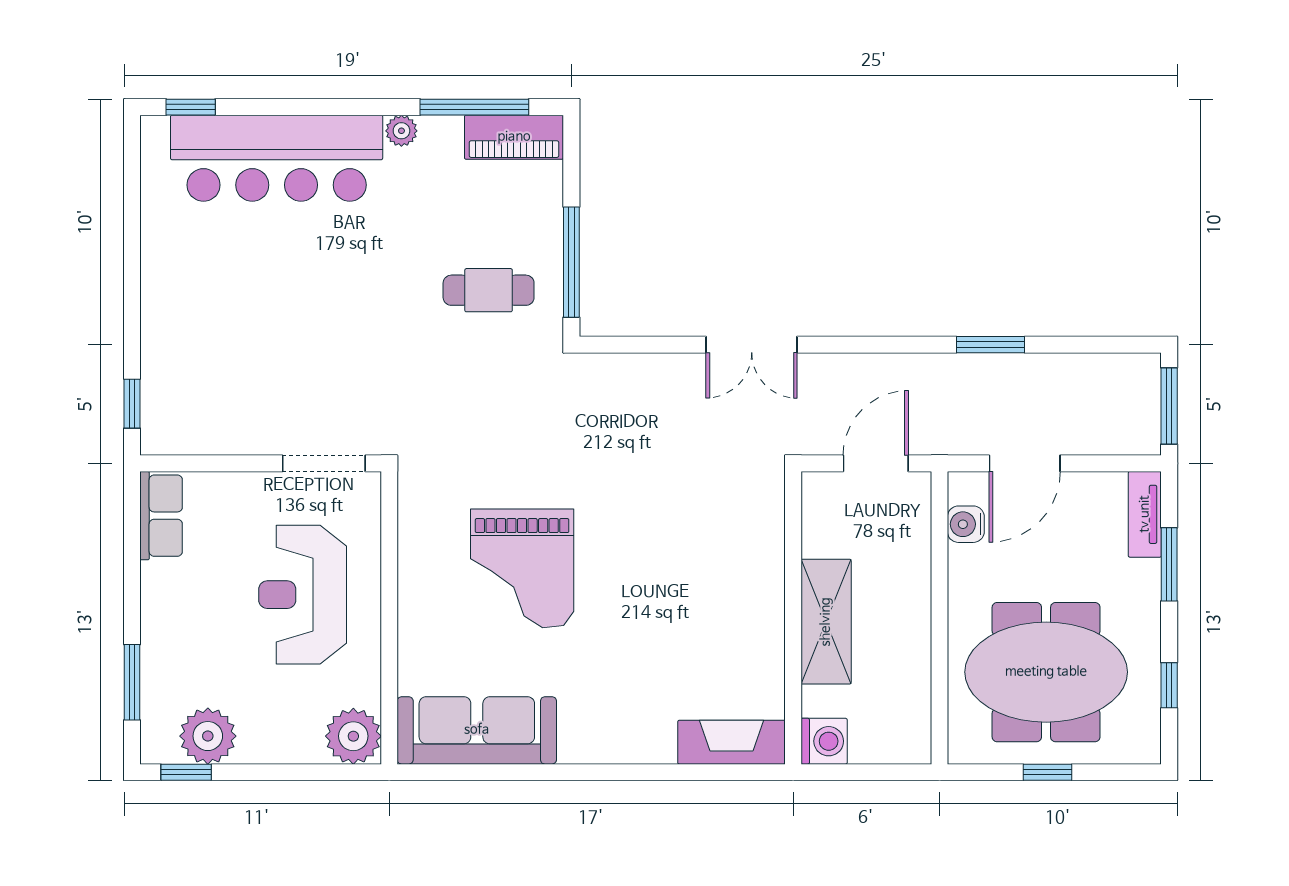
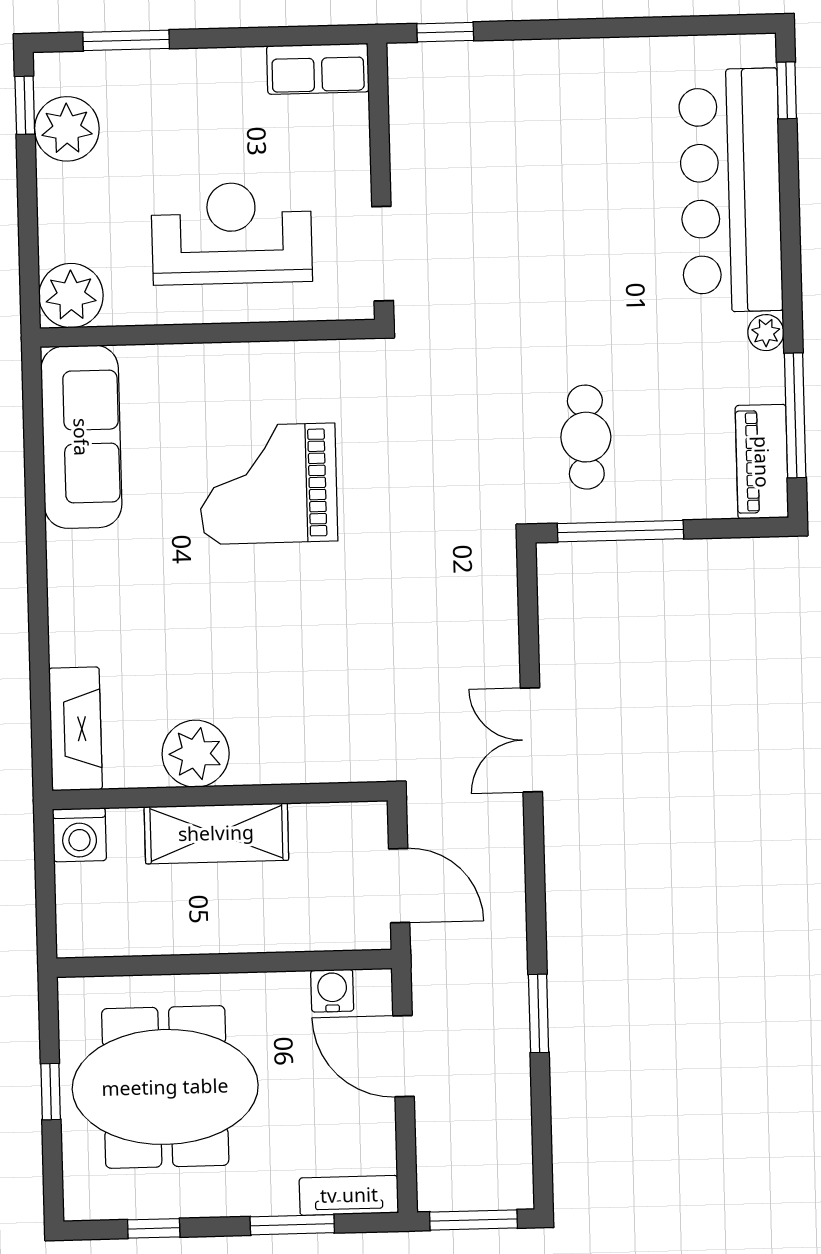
plant: (756, 638) -> (196, 754), added
meeting table: (1046, 672) -> (165, 1087), turned 90

